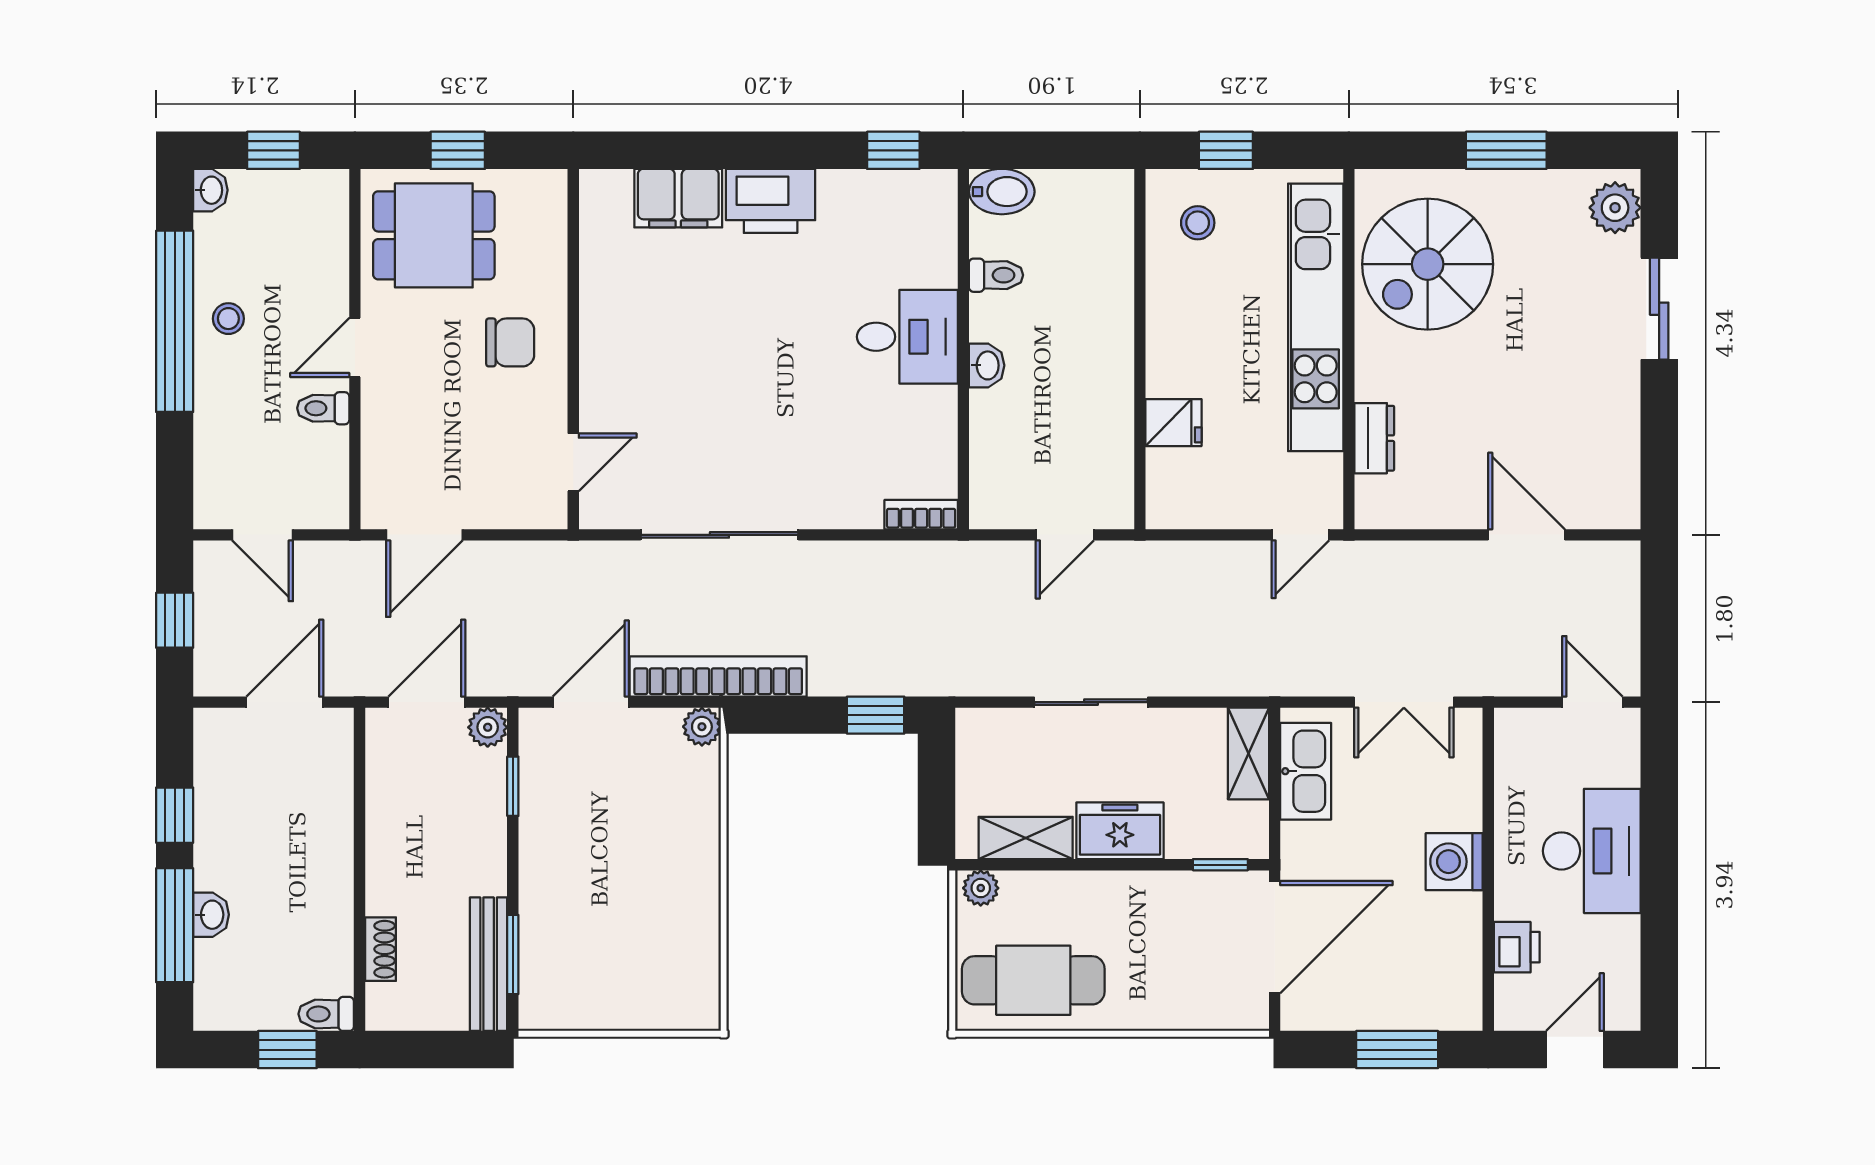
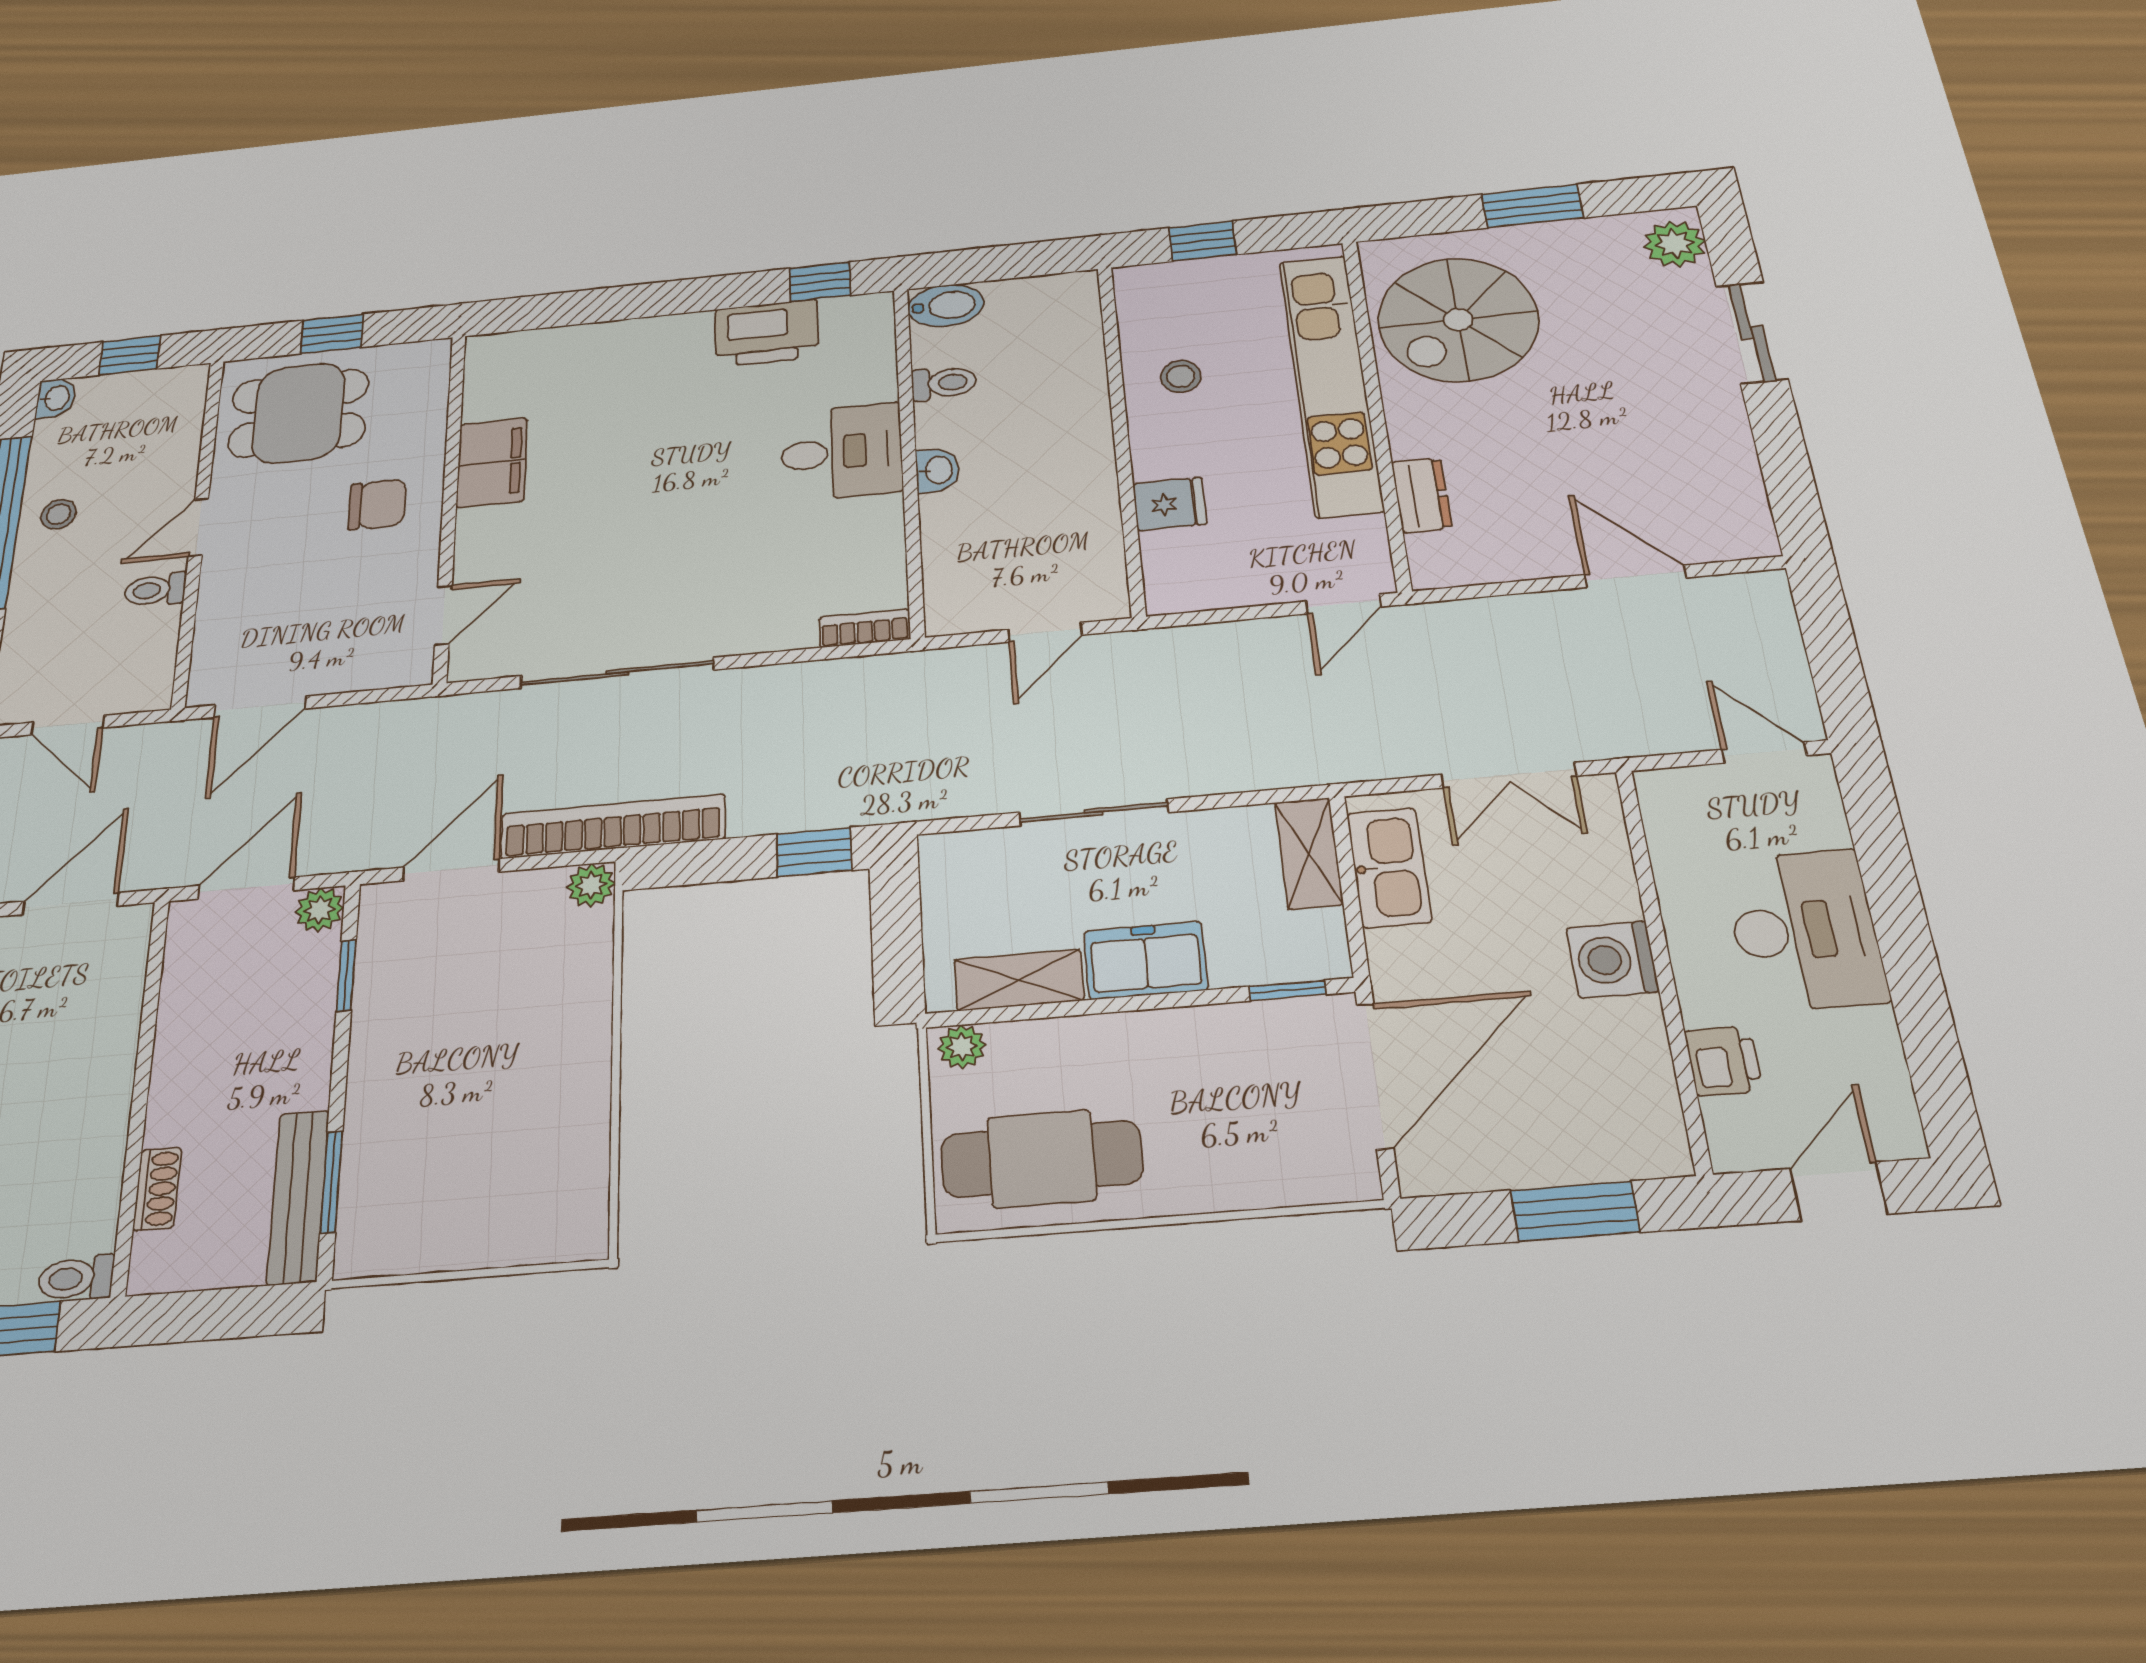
filing cabinet: (678, 198) -> (492, 463), moved, turned -90
printer: (771, 201) -> (767, 333), moved
stool: (1198, 223) -> (1181, 376), moved

